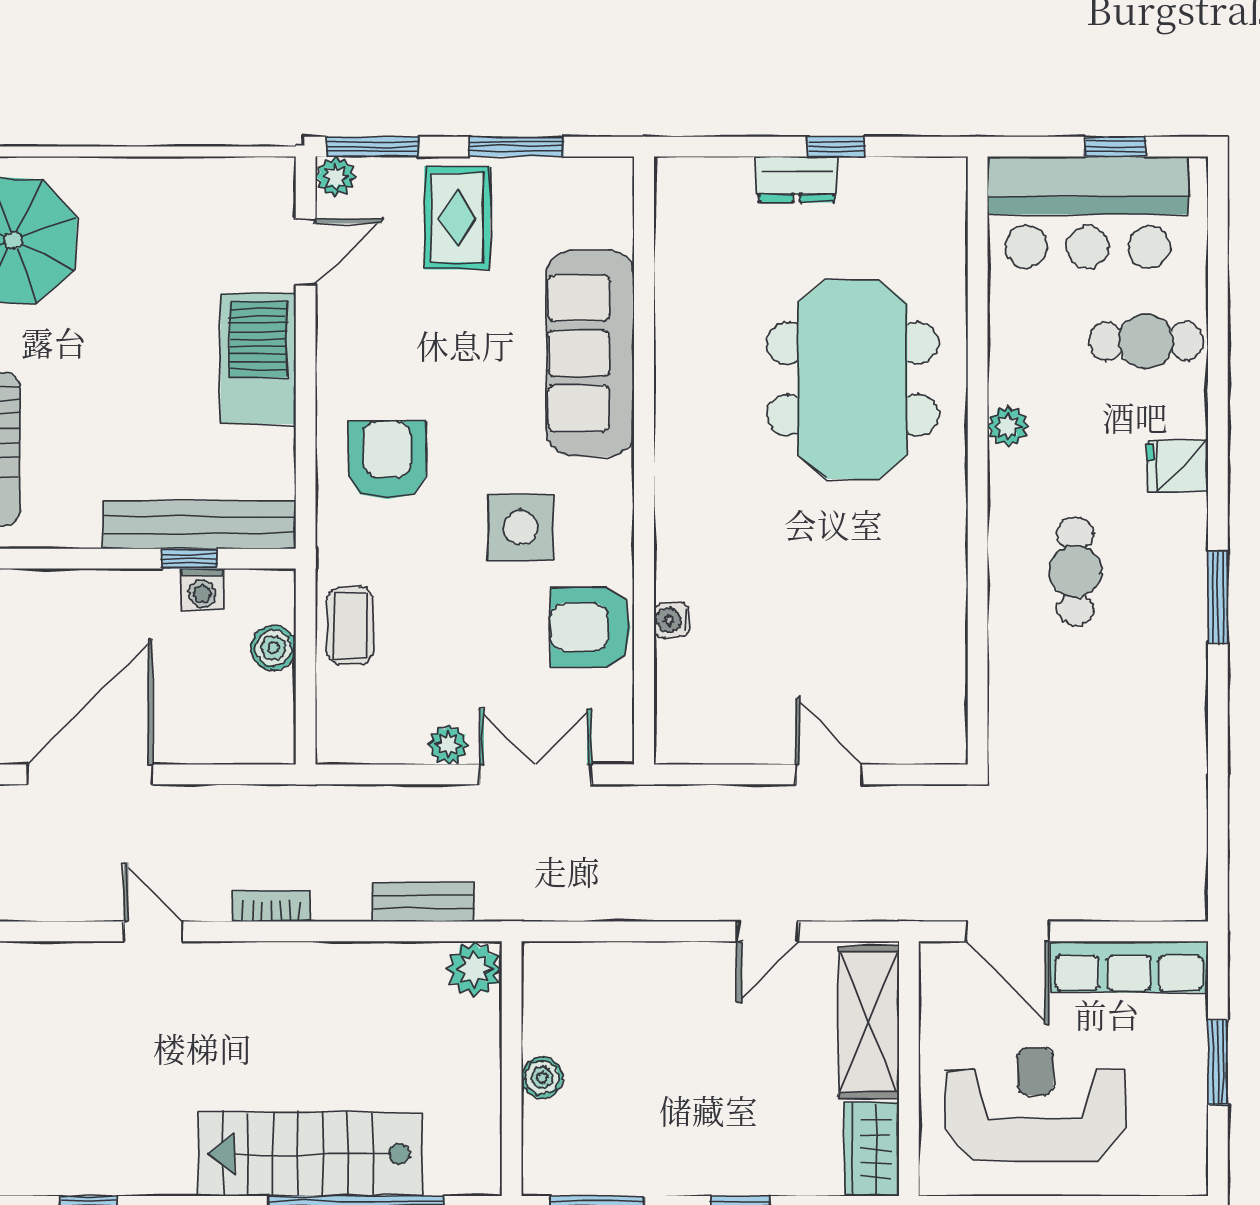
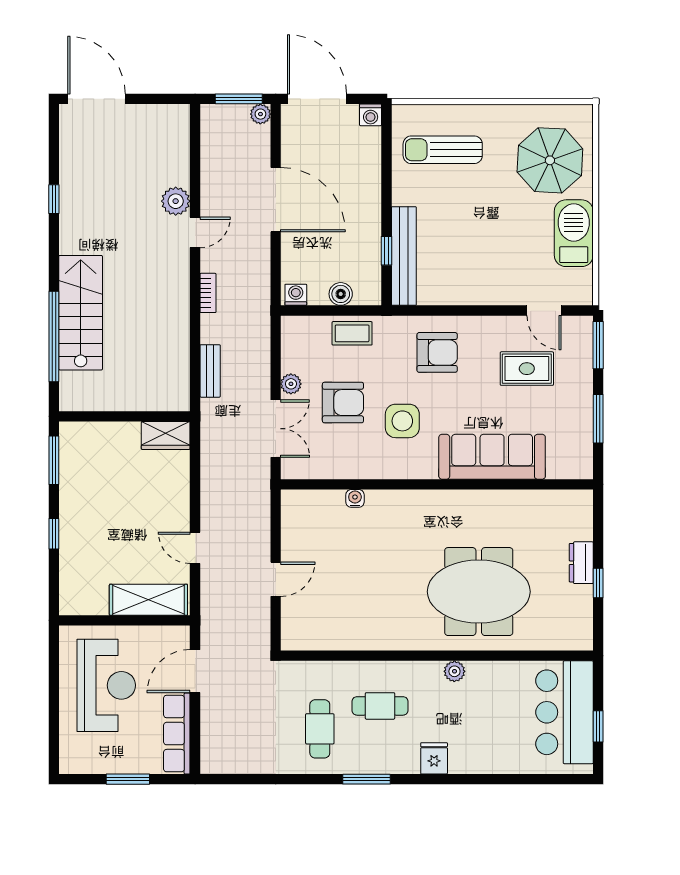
plant: (336, 177) -> (583, 326), removed
rug: (457, 218) -> (527, 369), moved
cafe table: (1146, 341) -> (320, 729), moved
barbecue: (258, 359) -> (574, 233), moved, turned -90
washing machine: (202, 589) -> (296, 295), moved, turned 90
armchair: (590, 627) -> (343, 403), moved, turned 90
plant: (474, 969) -> (176, 201), moved
boiler: (542, 1077) -> (120, 432), removed
wardrobe: (872, 1149) -> (166, 435), moved, turned 180

